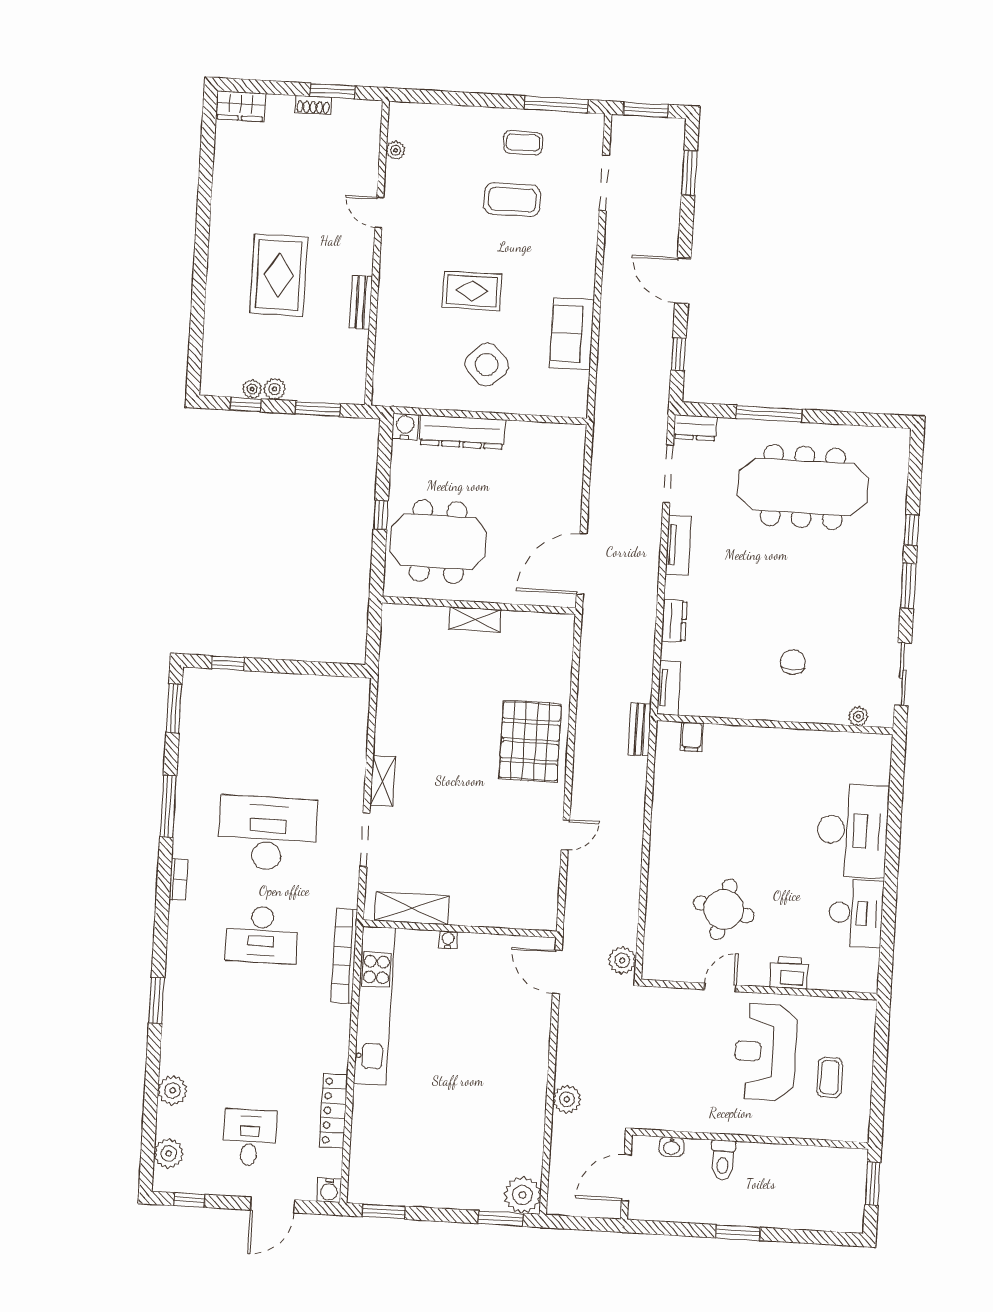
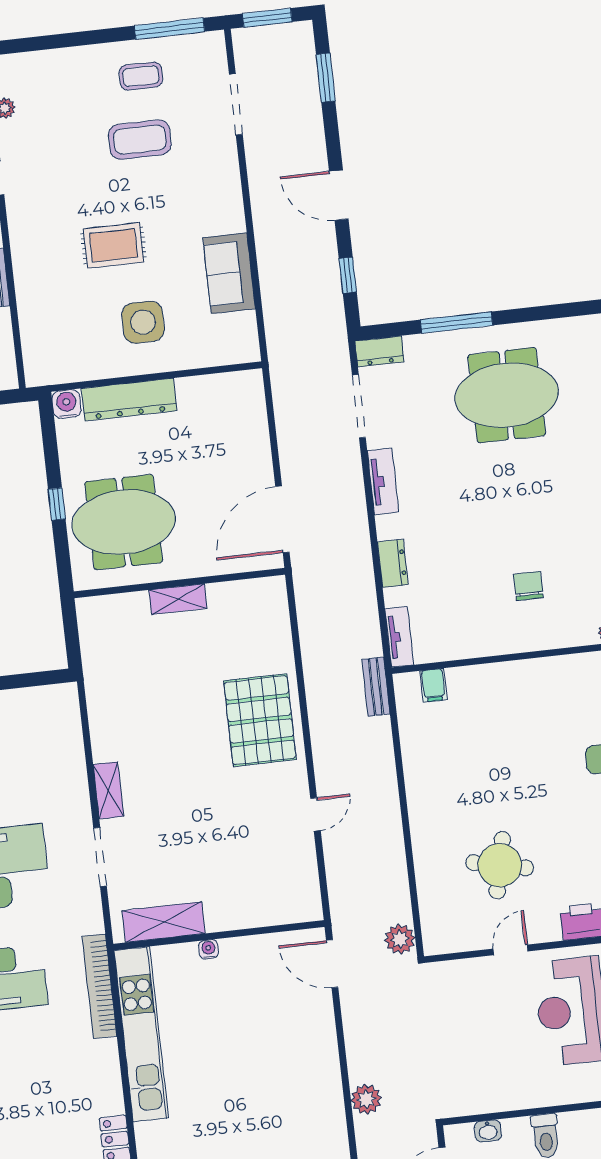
side table: (487, 365) -> (143, 322), turned 45
meeting table: (803, 487) -> (507, 395), width x0.73

